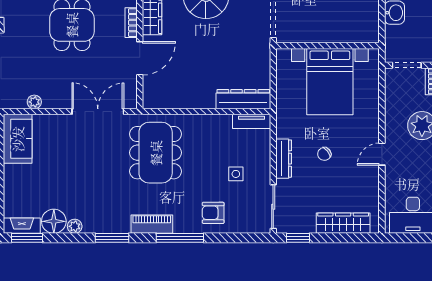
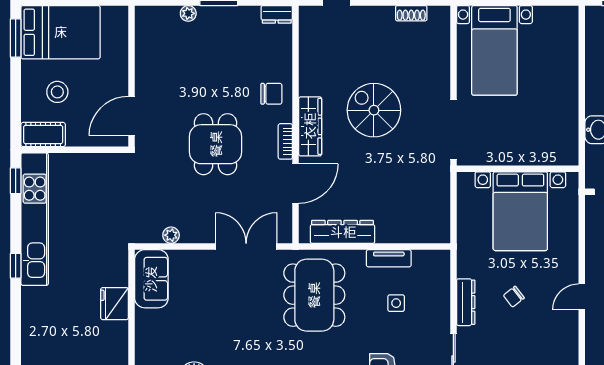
dresser: (243, 99) -> (343, 232), moved
tv unit: (252, 121) -> (389, 258), moved
side table: (236, 174) -> (396, 303), moved

